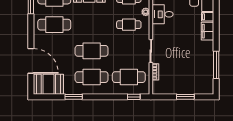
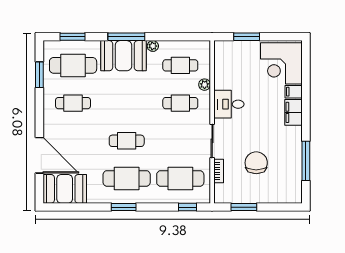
desk: (163, 14) -> (229, 104), moved
cafe table: (54, 25) -> (73, 103), width x0.73, depth x0.74
cafe table: (92, 51) -> (127, 141), width x0.73, depth x0.74
chair: (182, 66) -> (256, 163), added
window: (74, 97) -> (124, 207), moved
window: (185, 97) -> (244, 207), moved

